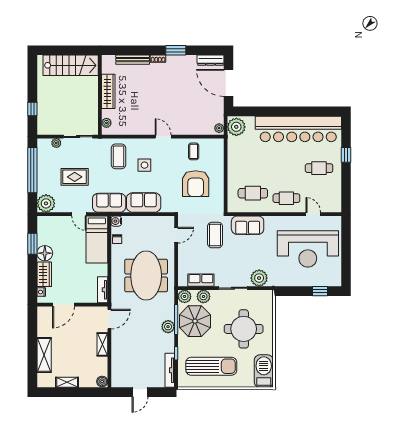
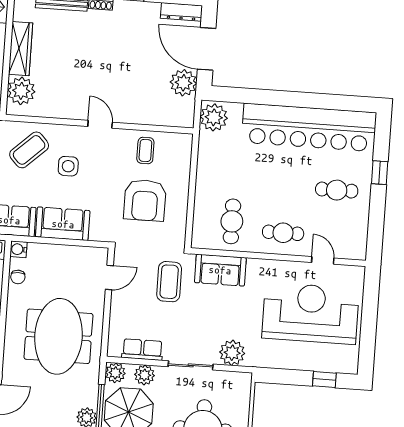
plant: (106, 123) -> (21, 91), width x1.88, depth x1.88
plant: (219, 128) -> (183, 83), moved, width x1.88, depth x1.88
coffee table: (118, 156) -> (29, 150), turned 47
cafe table: (253, 193) -> (232, 221), turned 90
reception desk: (308, 249) -> (310, 313), turned 180

